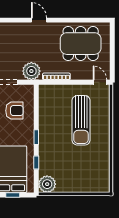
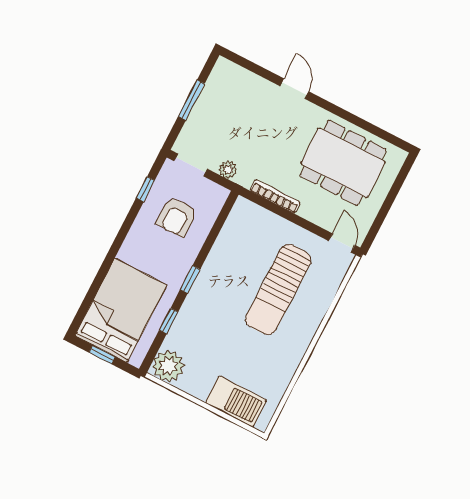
plant: (31, 71) -> (228, 169), width x0.53, depth x0.53
armchair: (14, 111) -> (177, 217), turned 90
barbecue: (88, 184) -> (236, 401), added

